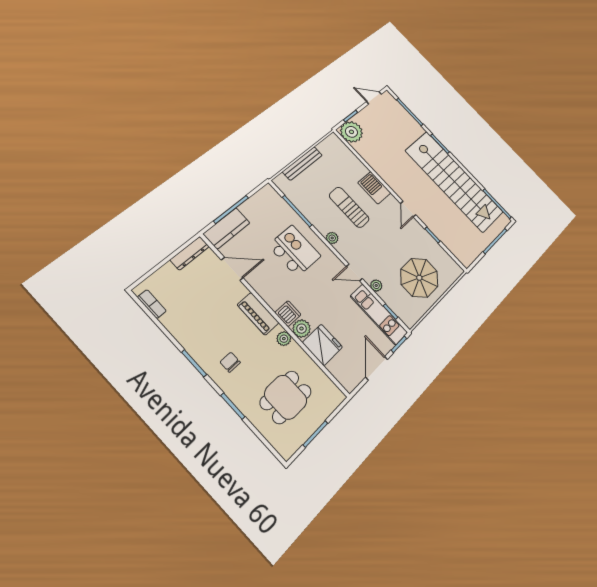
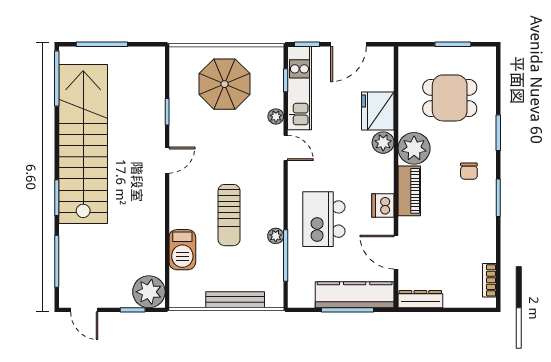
barbecue: (374, 188) -> (182, 250), moved
kitchen counter: (227, 228) -> (355, 295), width x1.50
plant: (332, 238) -> (276, 236), moved
dishwasher: (288, 314) -> (383, 206), moved
plant: (284, 339) -> (414, 148), width x1.87, depth x1.87

